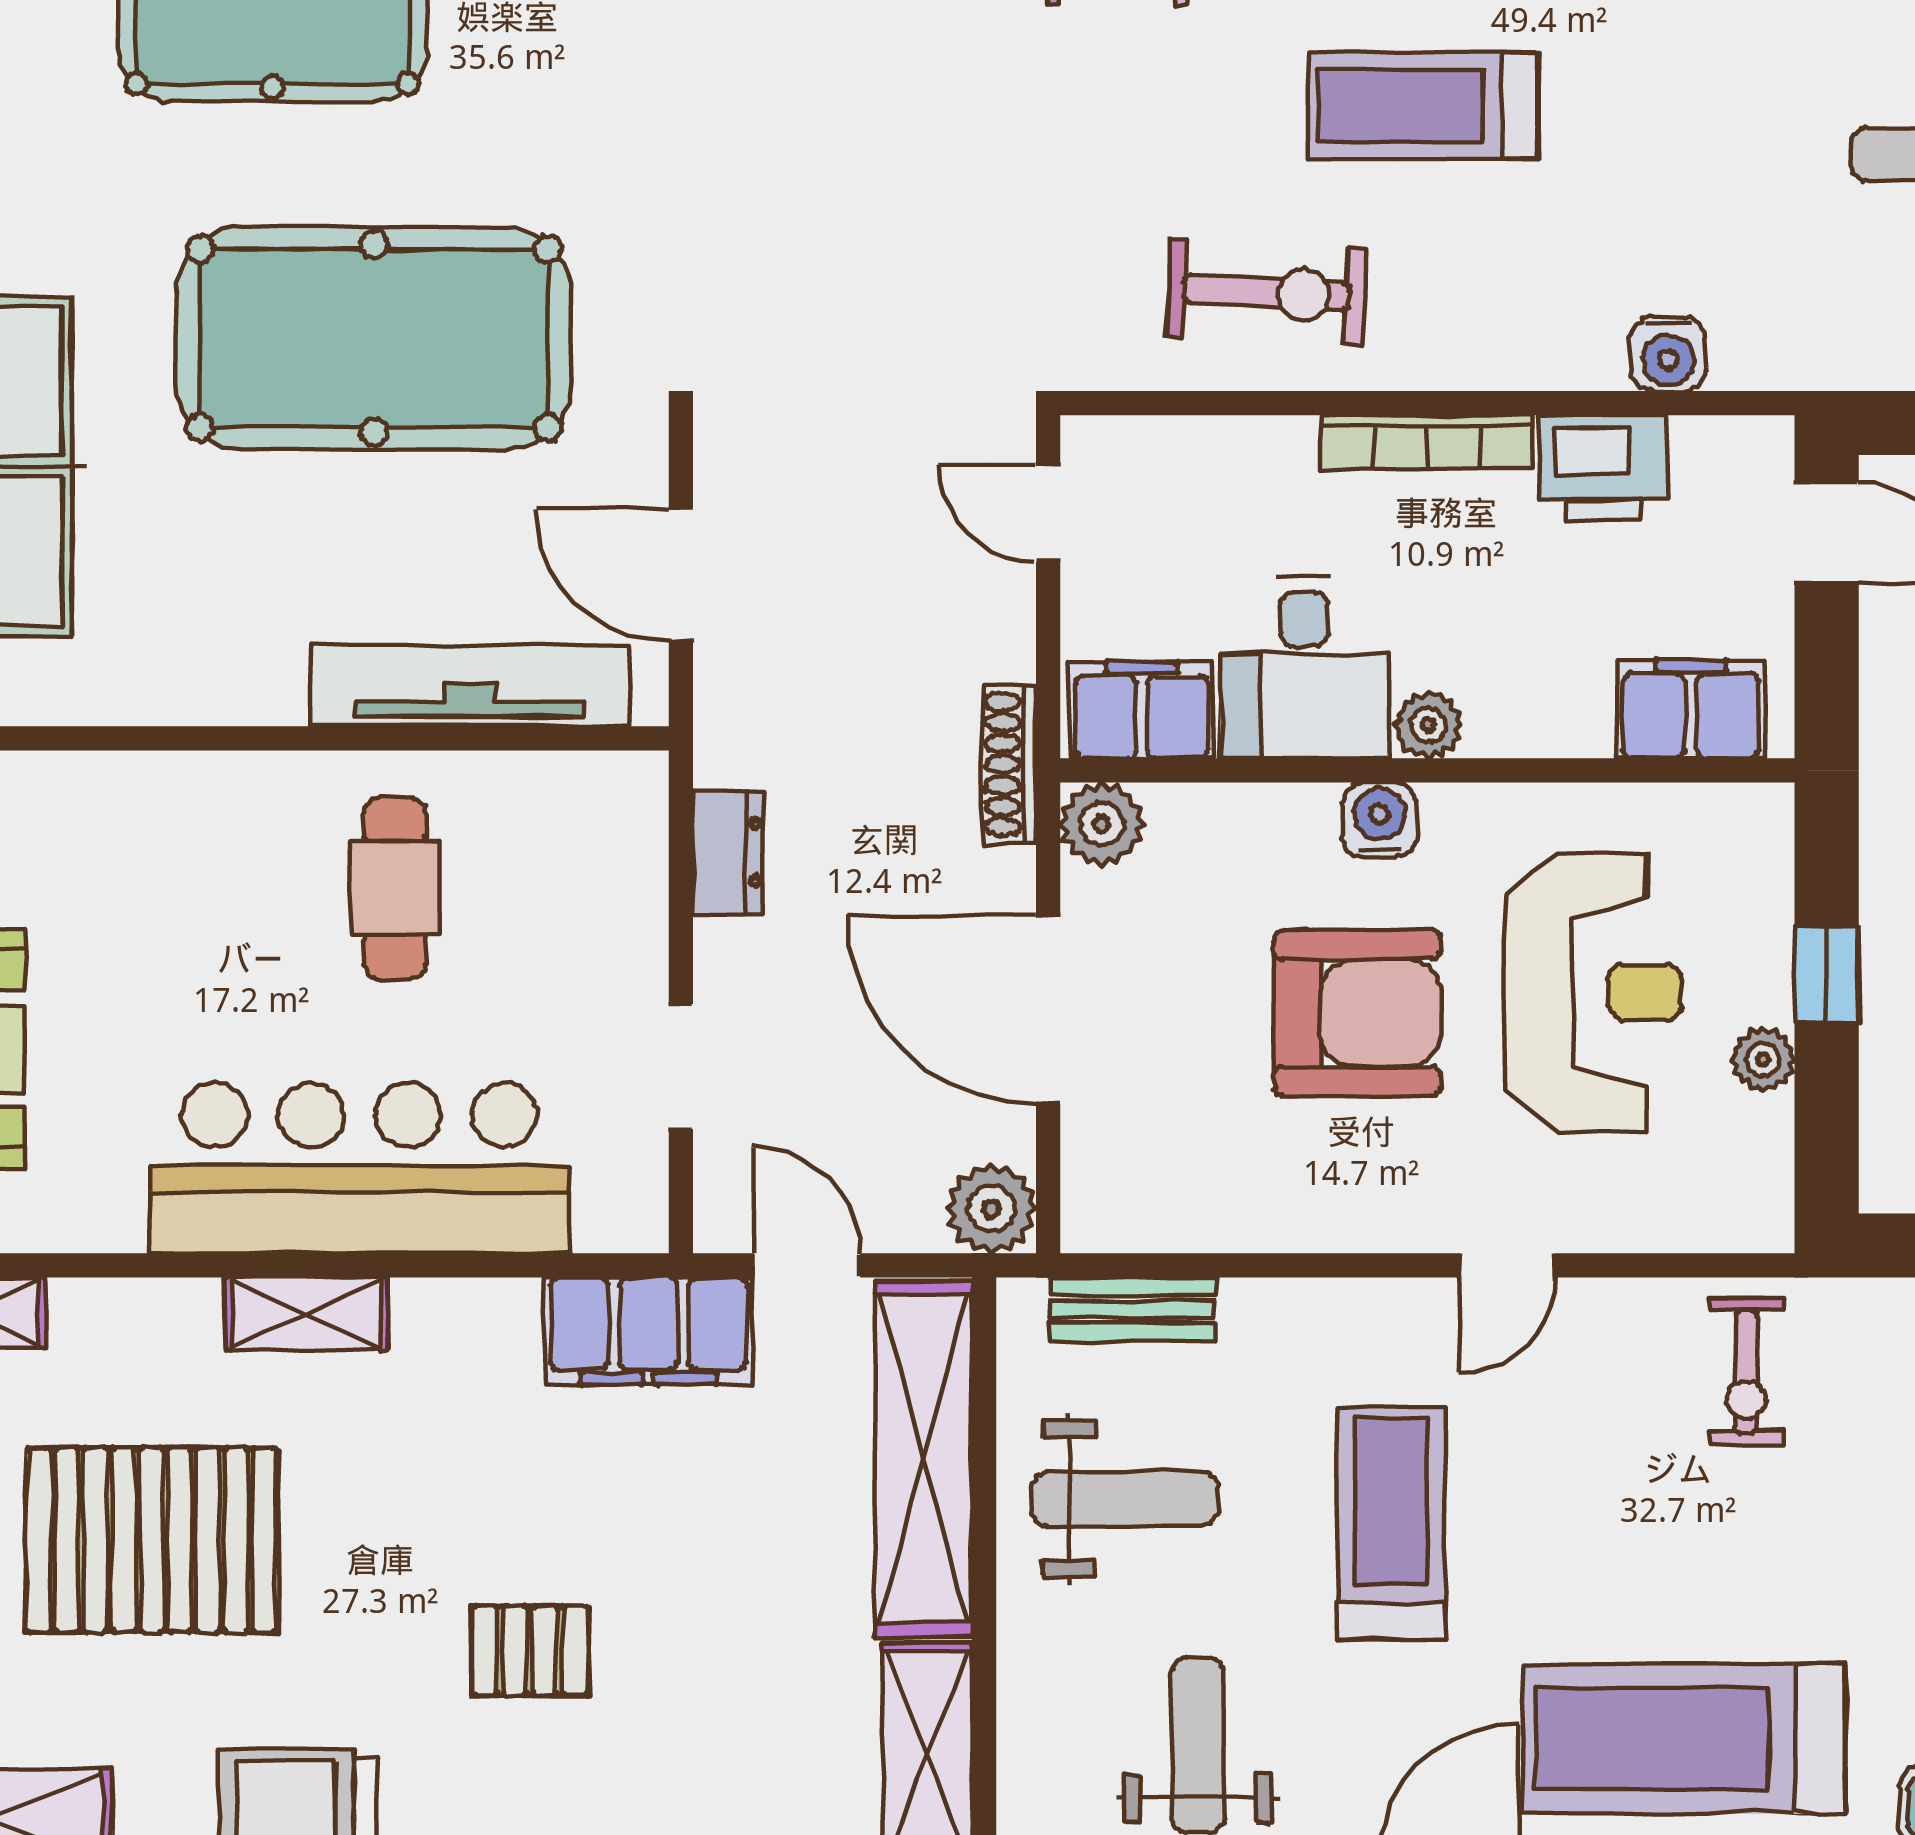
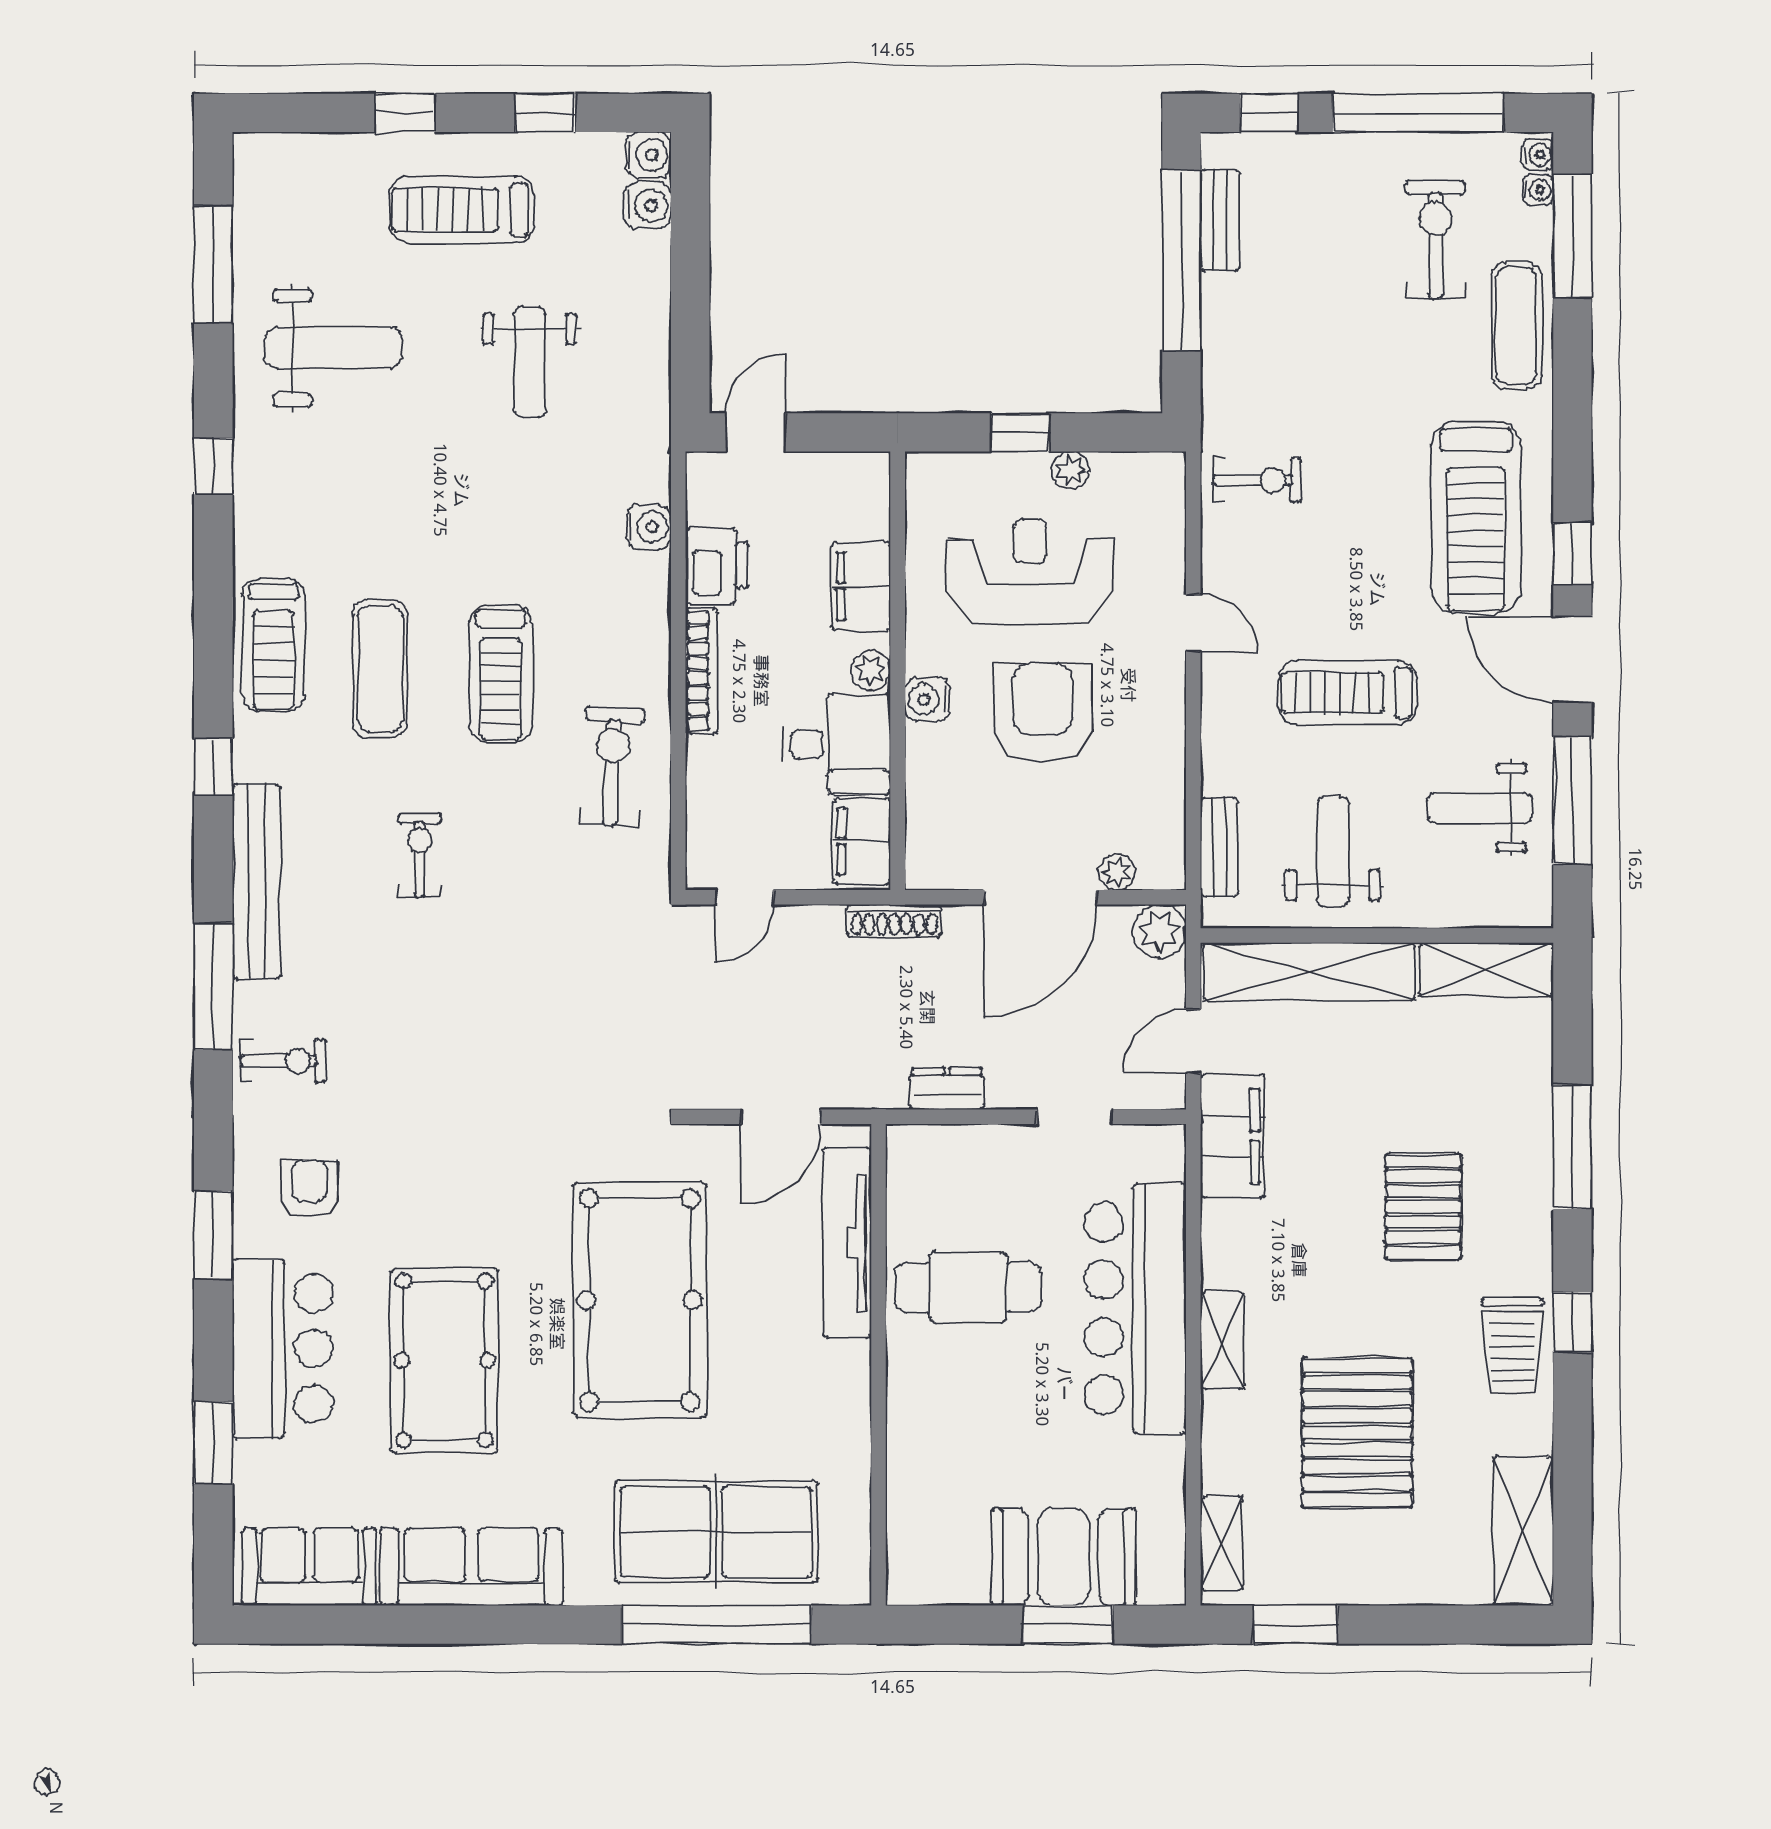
filing cabinet: (1691, 709) -> (861, 586), moved
plant: (1102, 824) -> (1117, 872), moved, width x0.73, depth x0.73
cafe table: (395, 888) -> (968, 1287), width x1.37, depth x1.35
pallet: (530, 1650) -> (1423, 1207), width x1.50, depth x1.42

